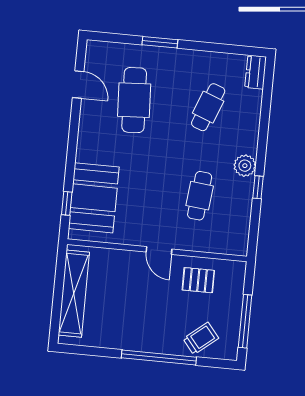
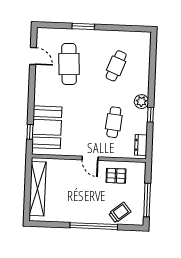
dresser: (256, 72) -> (141, 145), moved

